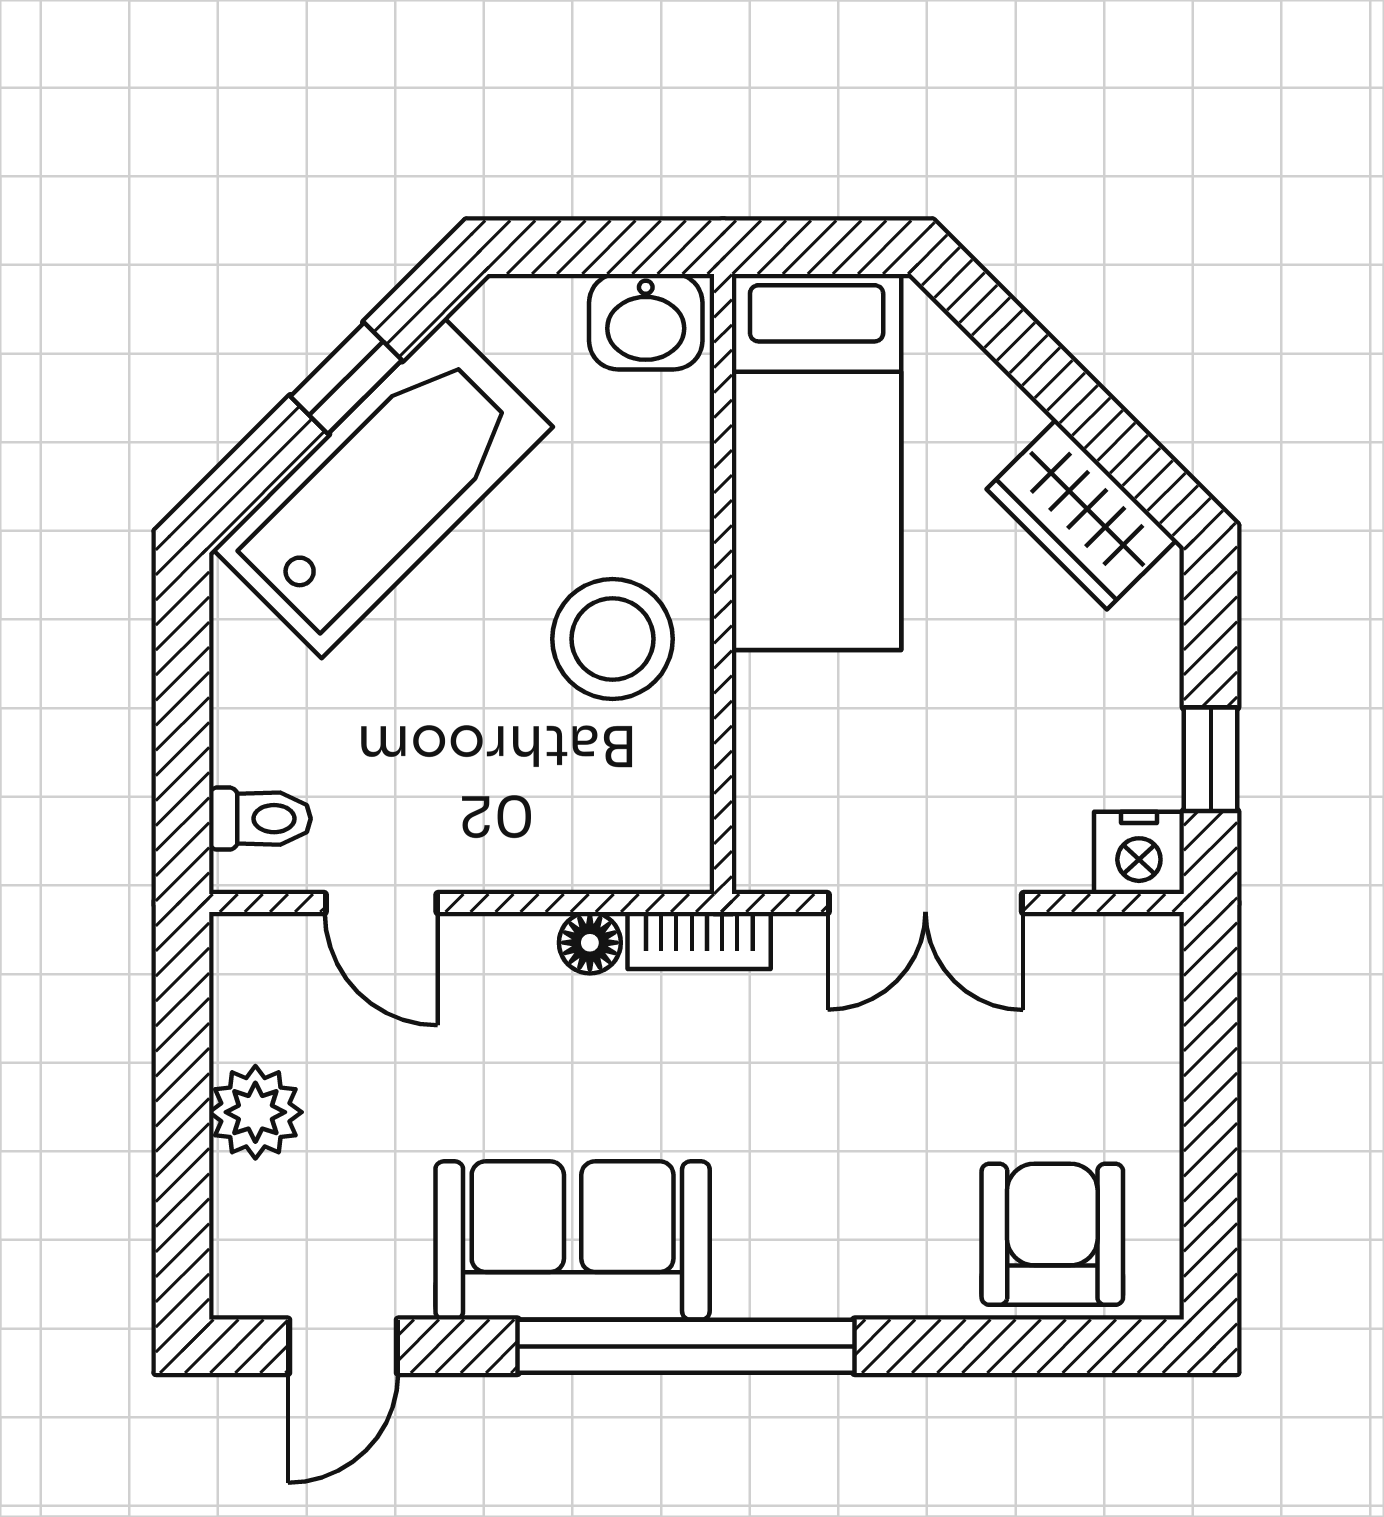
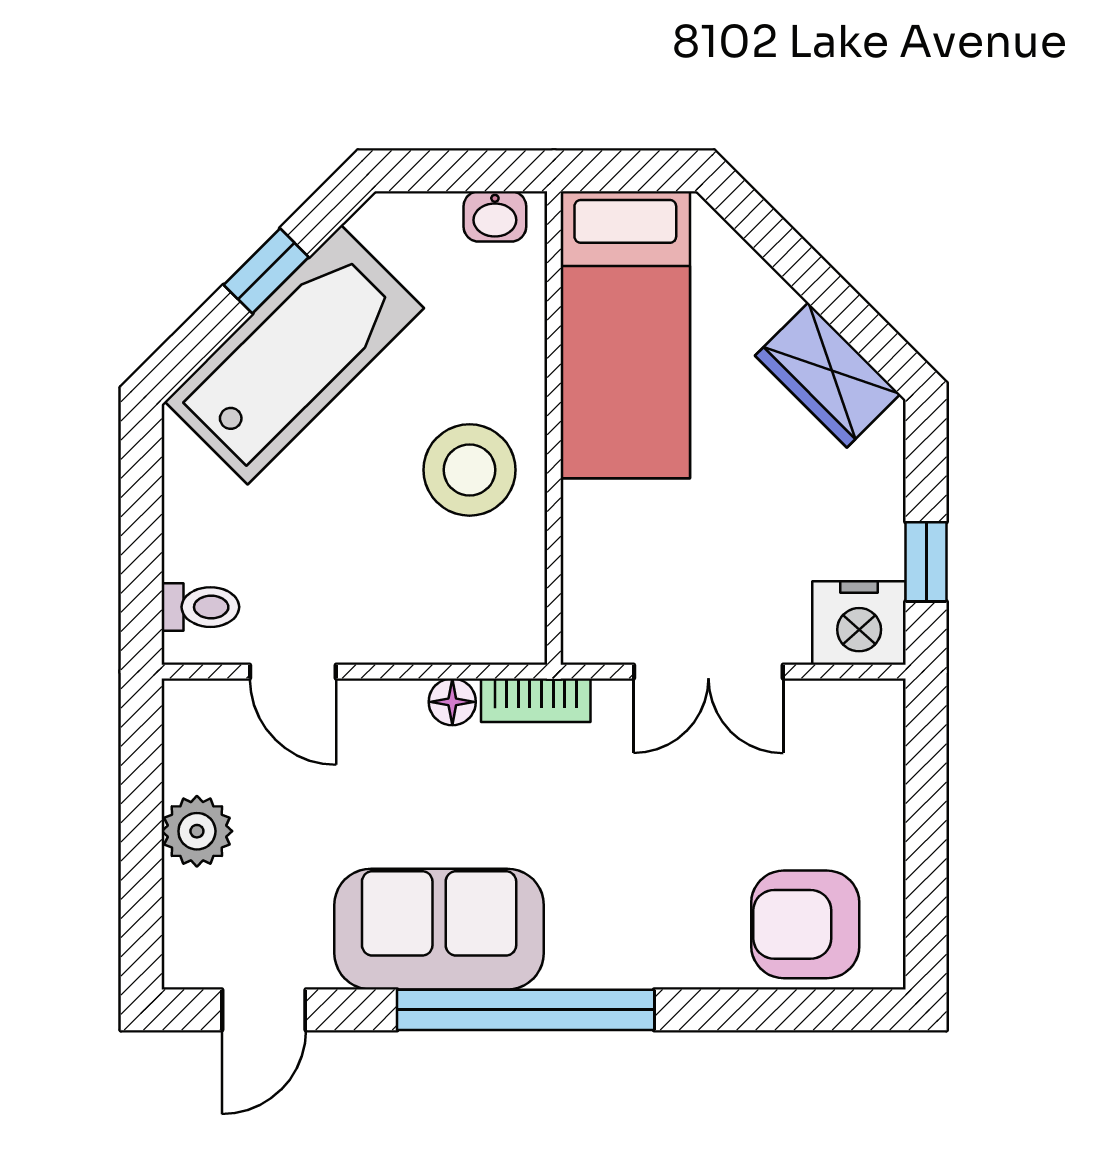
washbasin: (646, 322) -> (495, 216), width x0.72, depth x0.69
nightstand: (1139, 853) -> (859, 623), width x1.36, depth x1.33
armchair: (1052, 1234) -> (805, 924), turned -90

